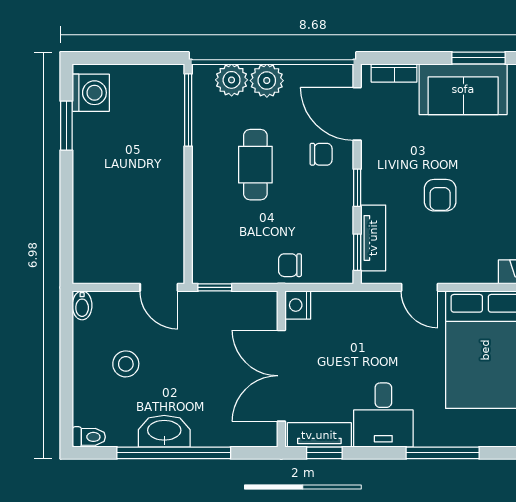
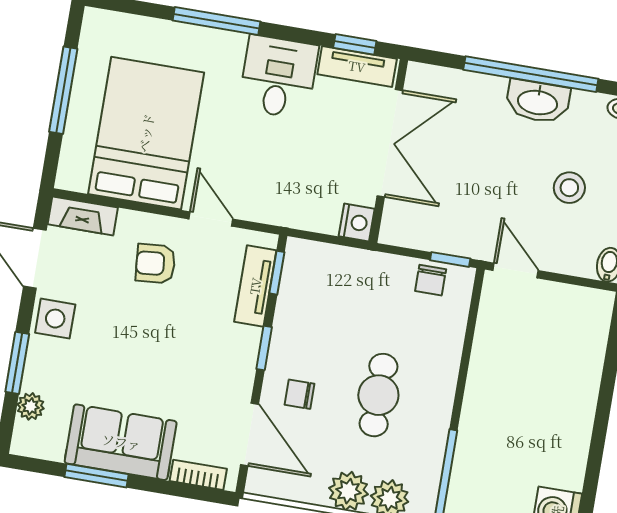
window: (66, 126) -> (592, 478), removed
armchair: (440, 195) -> (155, 264), moved, turned -95
chair: (290, 265) -> (431, 280), moved, turned 90

